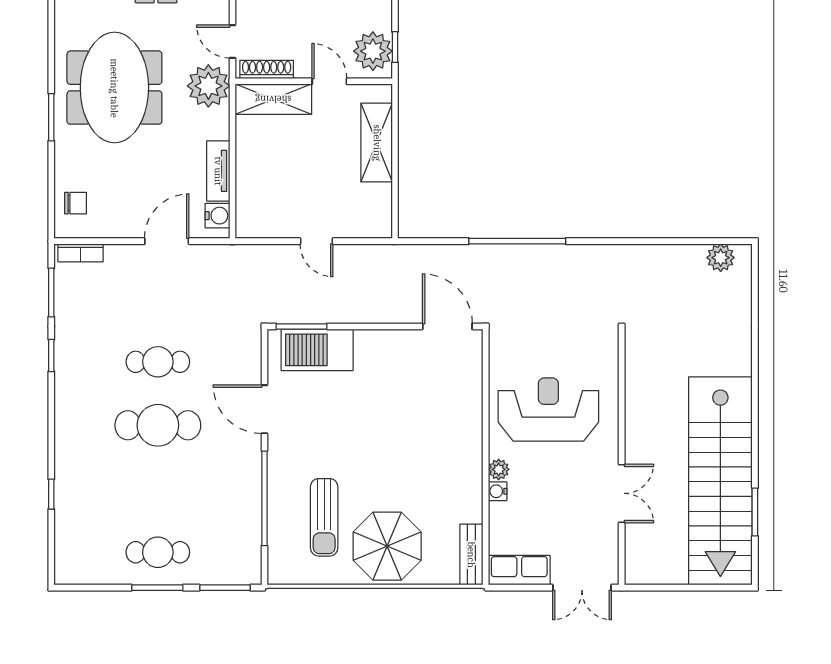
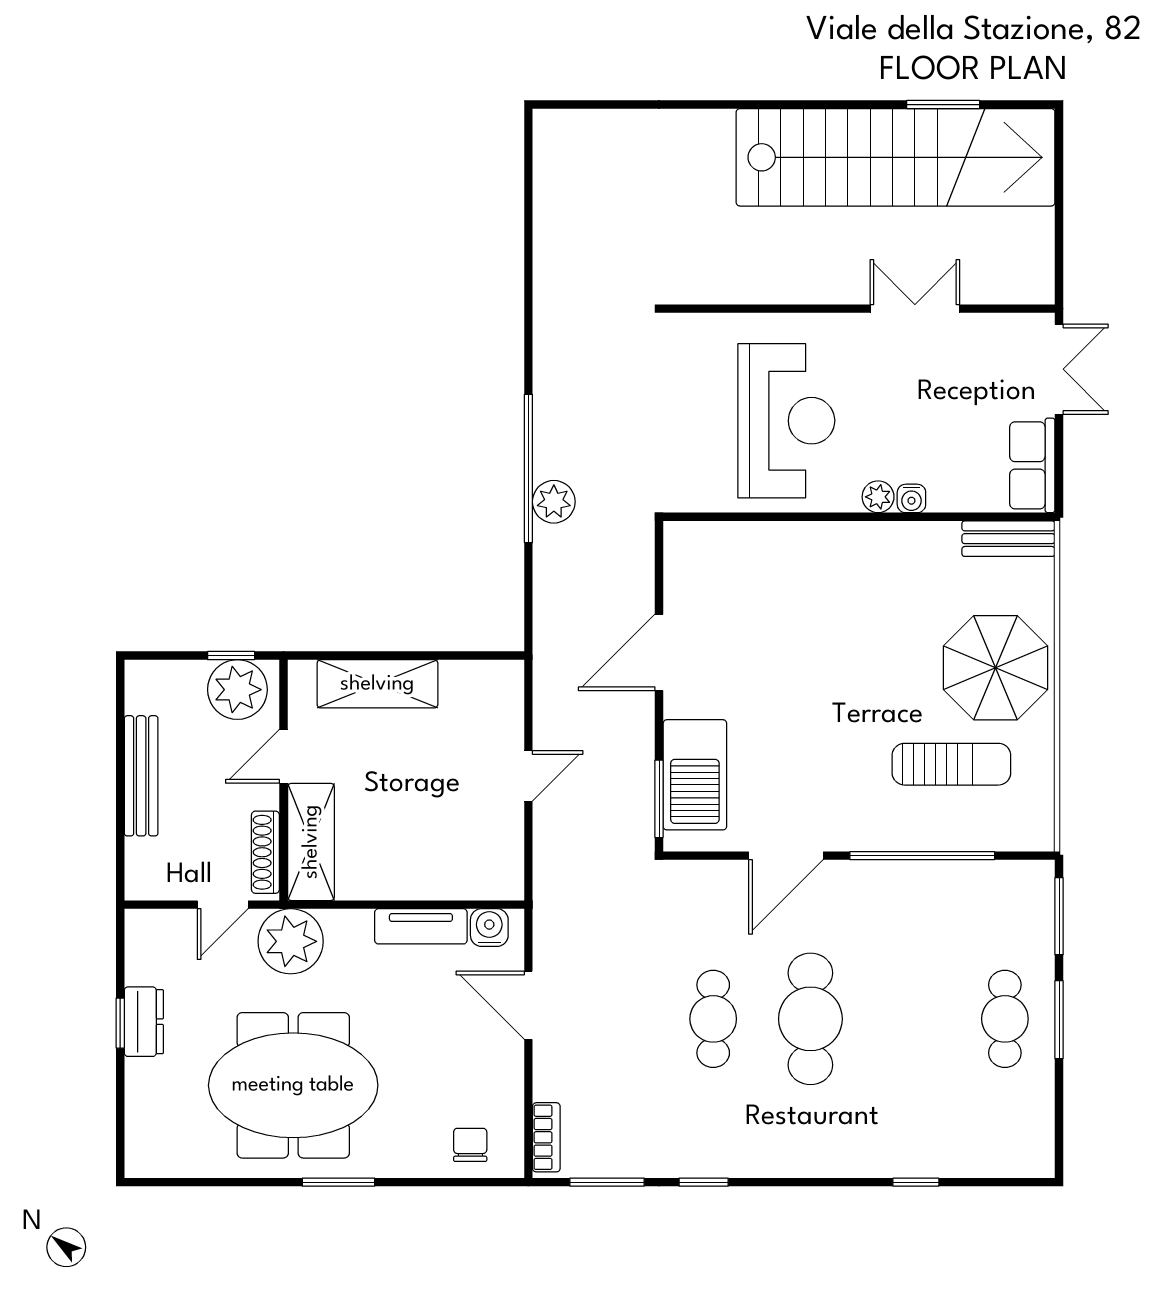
plant: (721, 258) -> (554, 502), moved
door: (447, 326) -> (659, 652), moved
reception desk: (548, 410) -> (786, 421), turned 180

